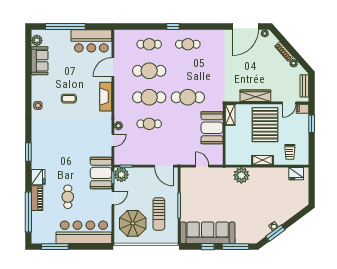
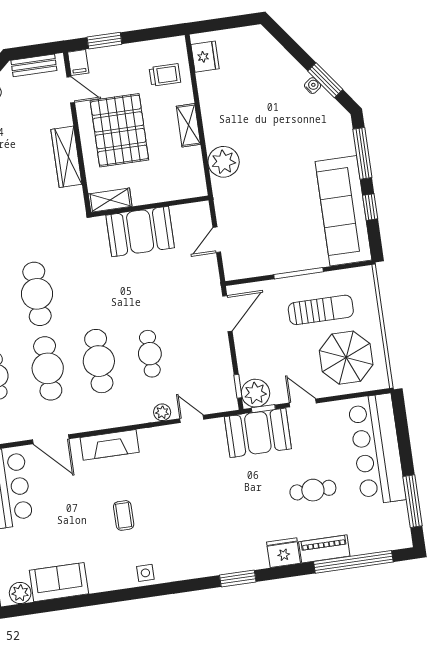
cafe table: (188, 97) -> (37, 294), moved
pallet: (265, 125) -> (119, 130), turned 90

